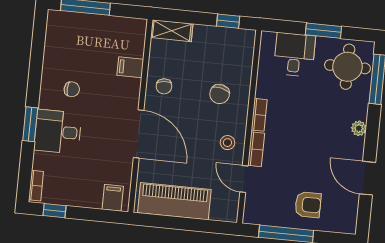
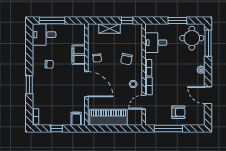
shelving: (172, 31) -> (110, 28), moved
desk: (294, 55) -> (156, 43), moved, turned -90
filing cabinet: (130, 67) -> (79, 55), width x2.00
desk: (58, 132) -> (44, 35), moved
door: (244, 179) -> (144, 102), hinge flipped
window: (55, 211) -> (57, 129), moved

